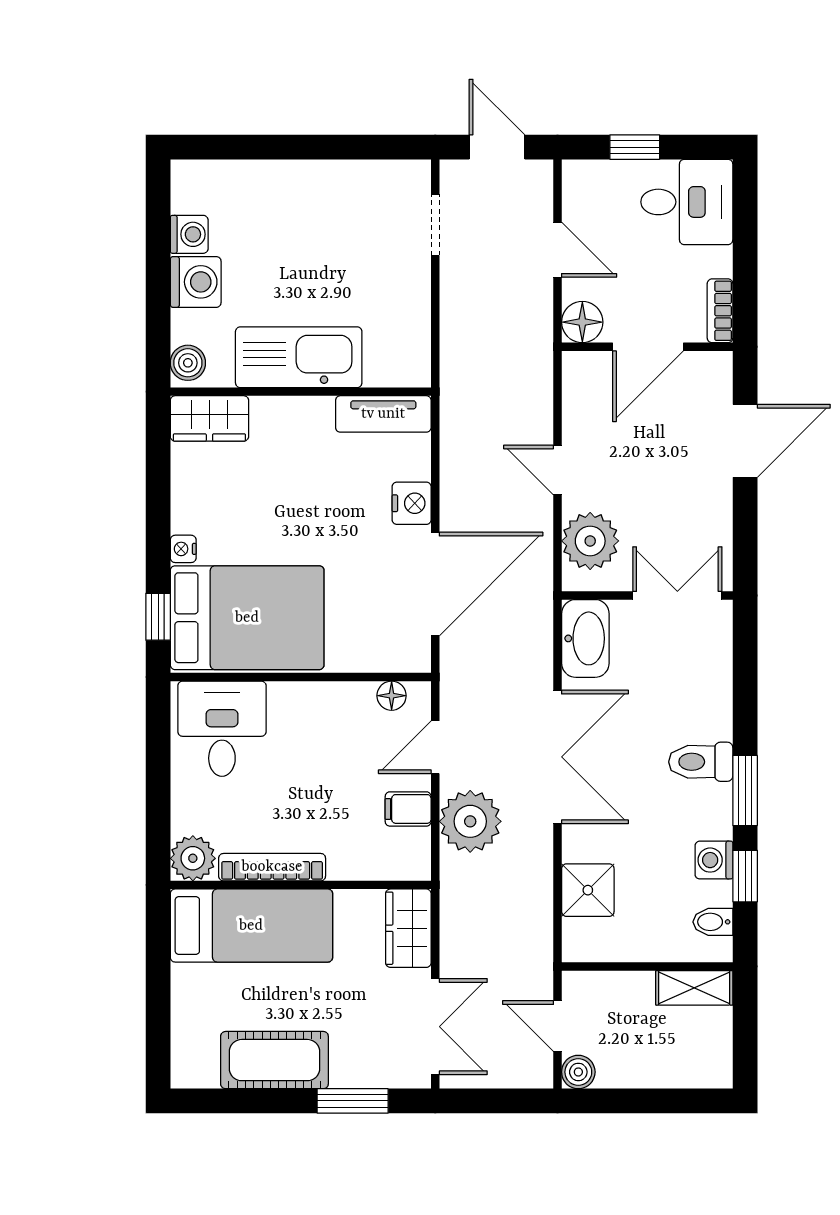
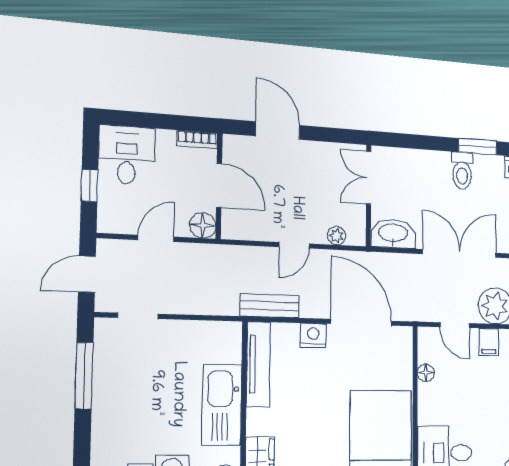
window: (342, 147) -> (84, 376), added
tv unit: (383, 414) -> (258, 364), width x1.41
bench: (458, 431) -> (270, 306), added
plant: (590, 541) -> (337, 236), width x0.53, depth x0.53
floor lamp: (392, 696) -> (426, 373), moved

